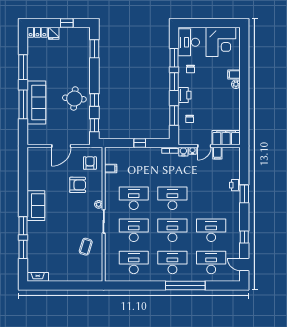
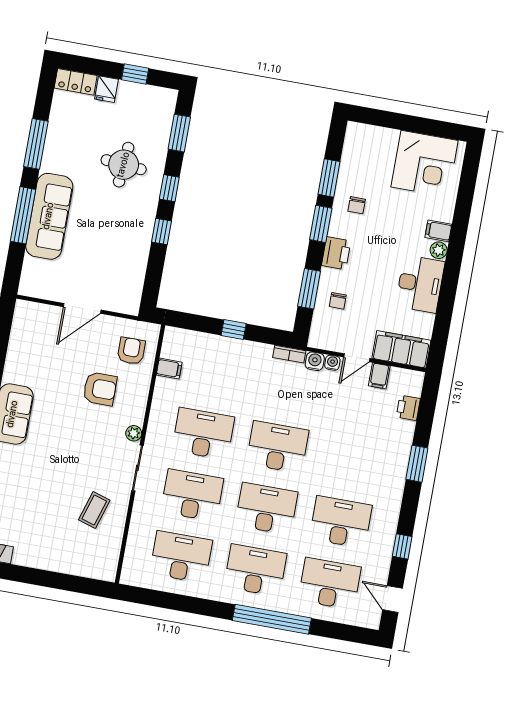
desk: (189, 42) -> (420, 284), moved, turned 180
round table: (74, 99) -> (124, 165), moved
window: (94, 125) -> (169, 188), moved
printer: (235, 185) -> (408, 408), moved

